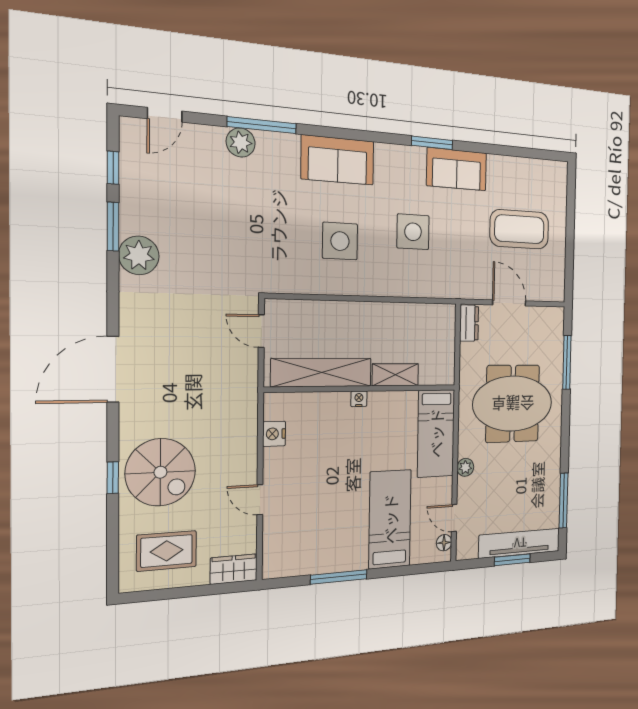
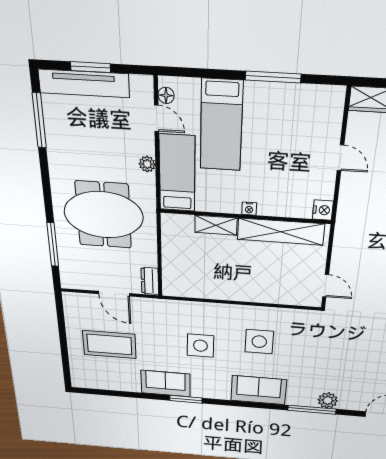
shelving: (322, 372) -> (281, 232), moved
shelving: (395, 375) -> (216, 225), moved
wall: (363, 389) -> (245, 216), moved
nightstand: (359, 399) -> (249, 209), moved
bed: (436, 433) -> (177, 173), moved

